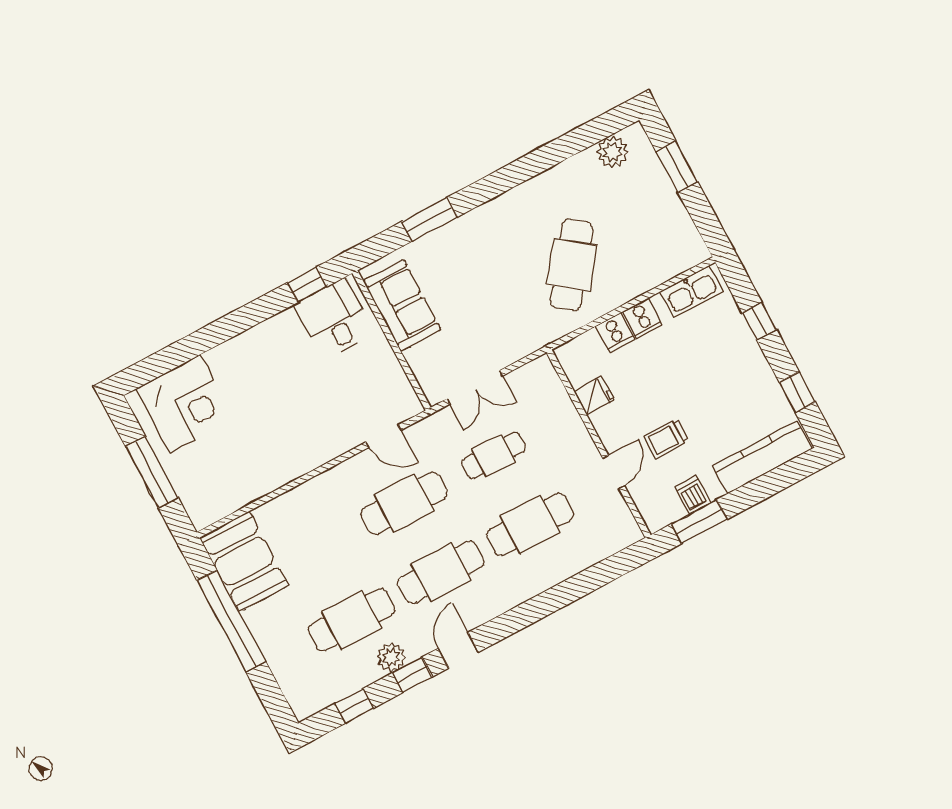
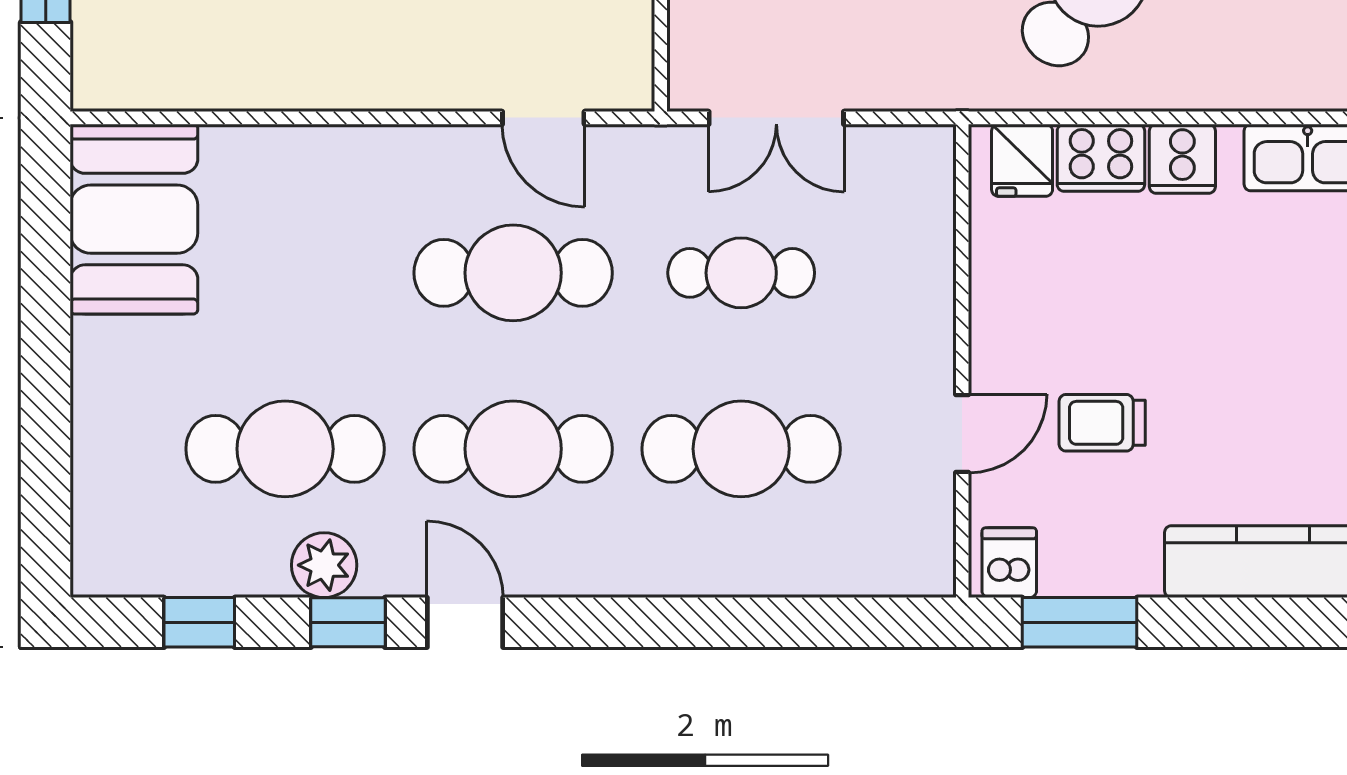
cooker: (615, 333) -> (1101, 158), width x1.36
fridge: (594, 396) -> (1022, 160), moved, turned 90
dishwasher: (693, 495) -> (1009, 563), moved
window: (231, 621) -> (46, 324), removed
door: (458, 650) -> (465, 622), hinge flipped

